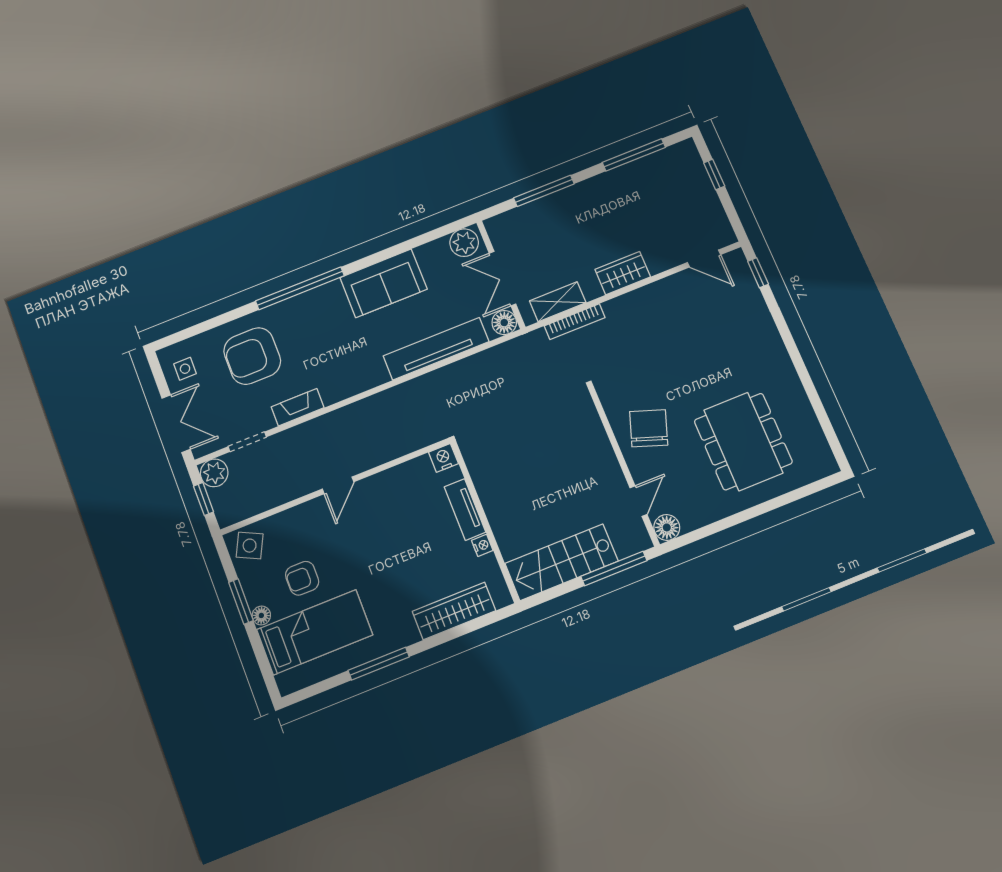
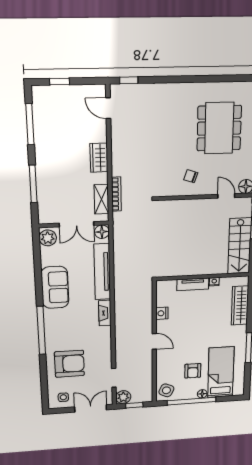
door: (704, 259) -> (108, 108), swing flipped
armchair: (252, 356) -> (69, 364), turned -90
fireplace: (298, 407) -> (105, 313), moved
chair: (649, 428) -> (191, 176), width x0.54, depth x0.54
dining table: (743, 442) -> (219, 128), turned 90
nightstand: (443, 458) -> (162, 313), moved
window: (241, 601) -> (192, 401), width x2.11

